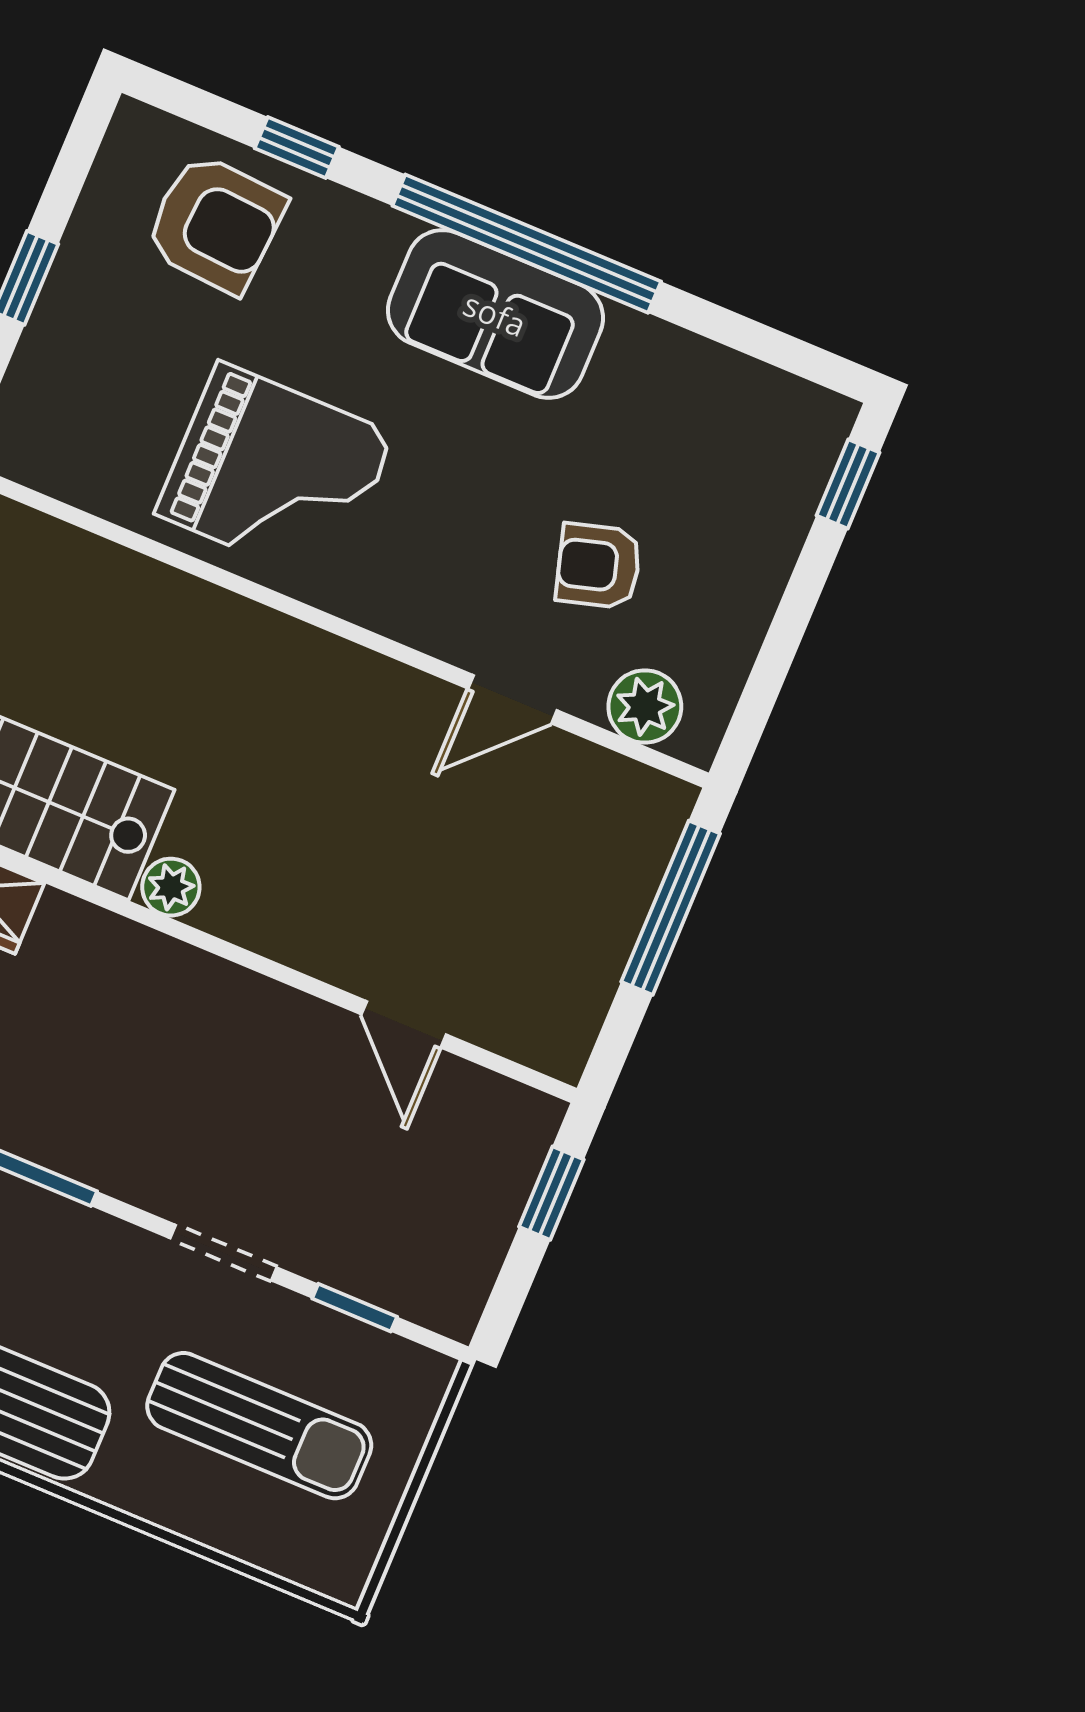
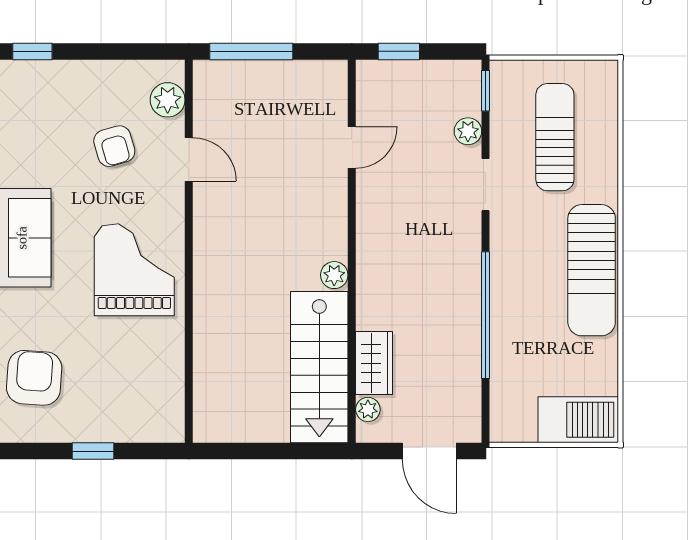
grand piano: (275, 474) -> (134, 270), moved
plant: (341, 1262) -> (468, 131), added
window: (355, 1308) -> (485, 91), moved

